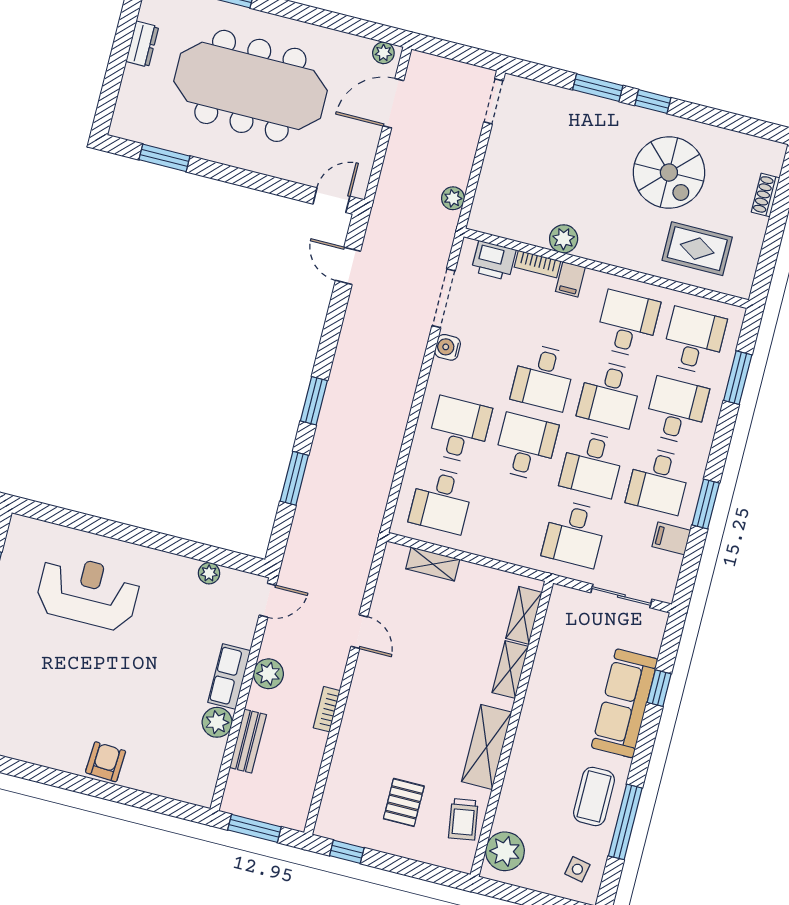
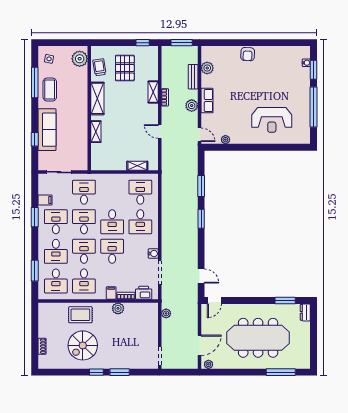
dresser: (142, 44) -> (305, 312), moved
spiral stairs: (669, 172) -> (83, 345), turned -90
rug: (697, 249) -> (80, 315), moved
door: (268, 600) -> (199, 135), swing flipped
shelving: (524, 615) -> (153, 92), moved
plant: (217, 722) -> (207, 68), moved
pallet: (404, 802) -> (125, 68), width x1.50, depth x1.42

